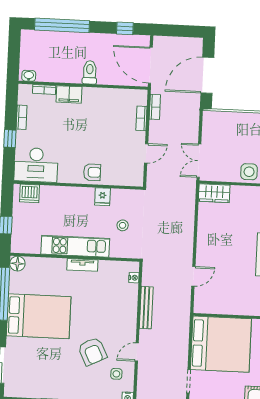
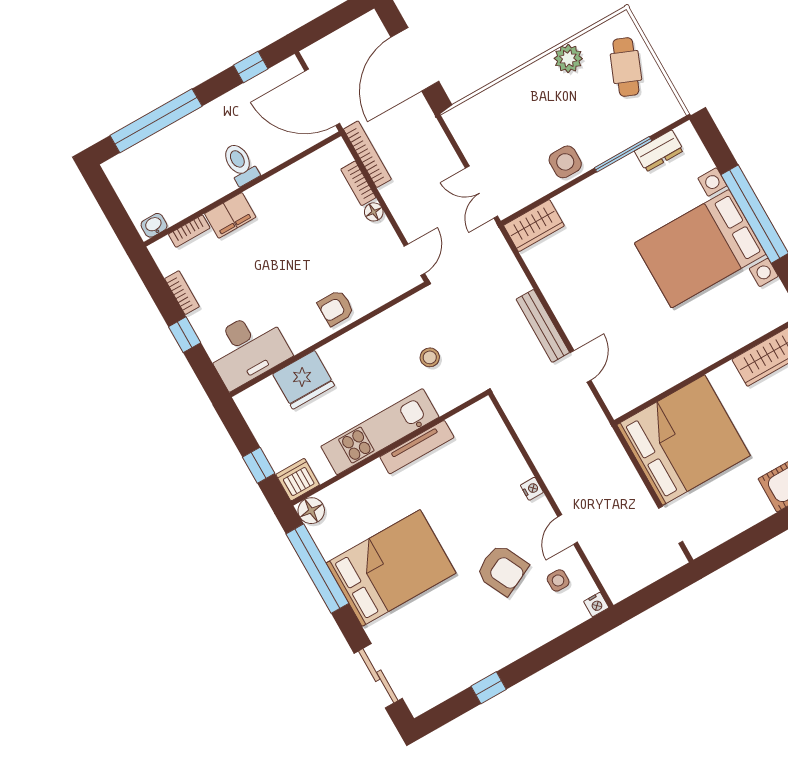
bookcase: (155, 107) -> (367, 154), width x1.56
floor lamp: (140, 137) -> (374, 212), added
door: (146, 153) -> (414, 260), moved
armchair: (92, 172) -> (336, 308), turned 180
dishwasher: (30, 193) -> (298, 480), moved, turned 180
fridge: (102, 197) -> (304, 380), moved, width x1.88, depth x1.34
tv unit: (82, 265) -> (417, 447), width x1.41
nightstand: (134, 278) -> (532, 489), moved
bench: (146, 308) -> (543, 326), moved

